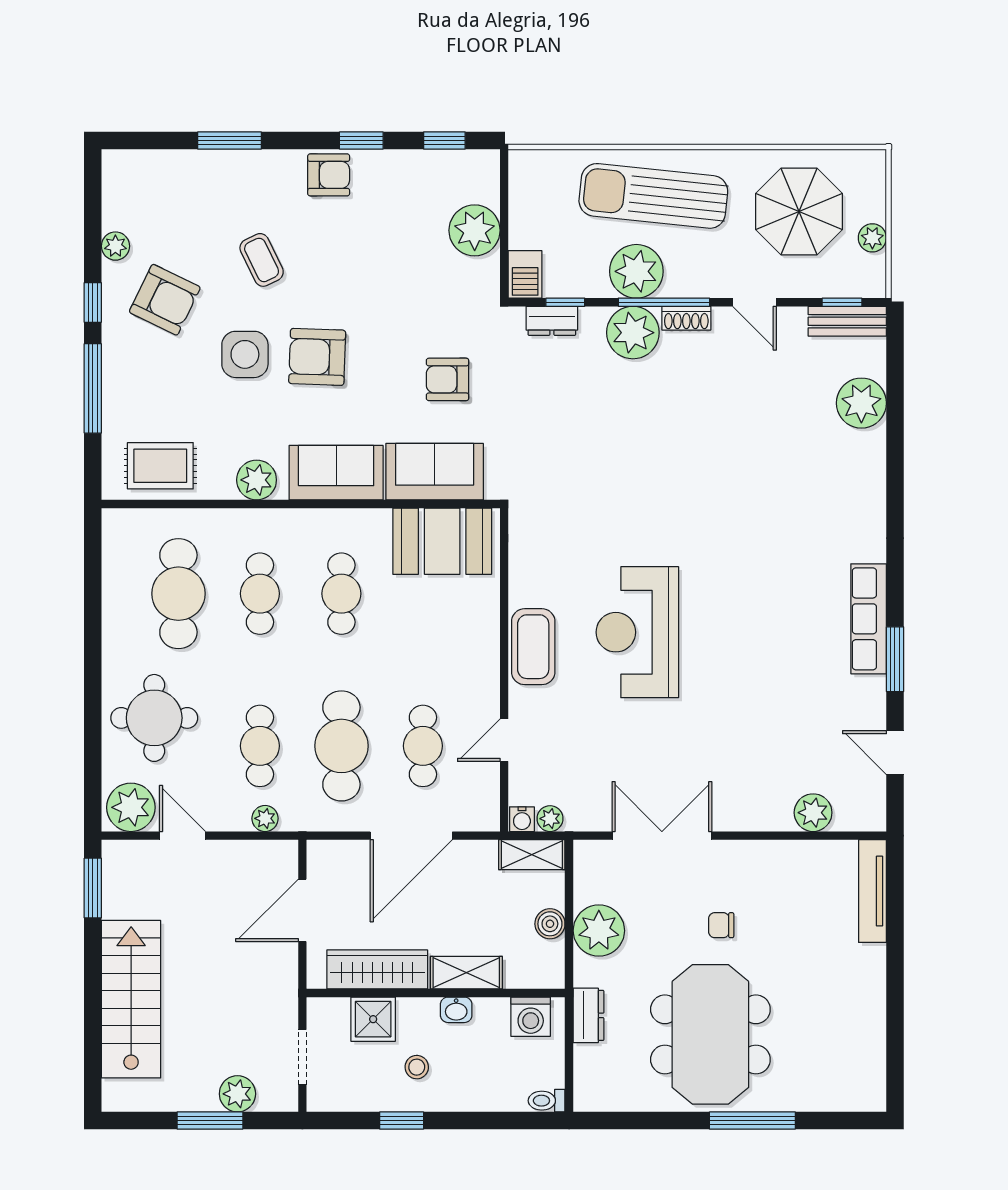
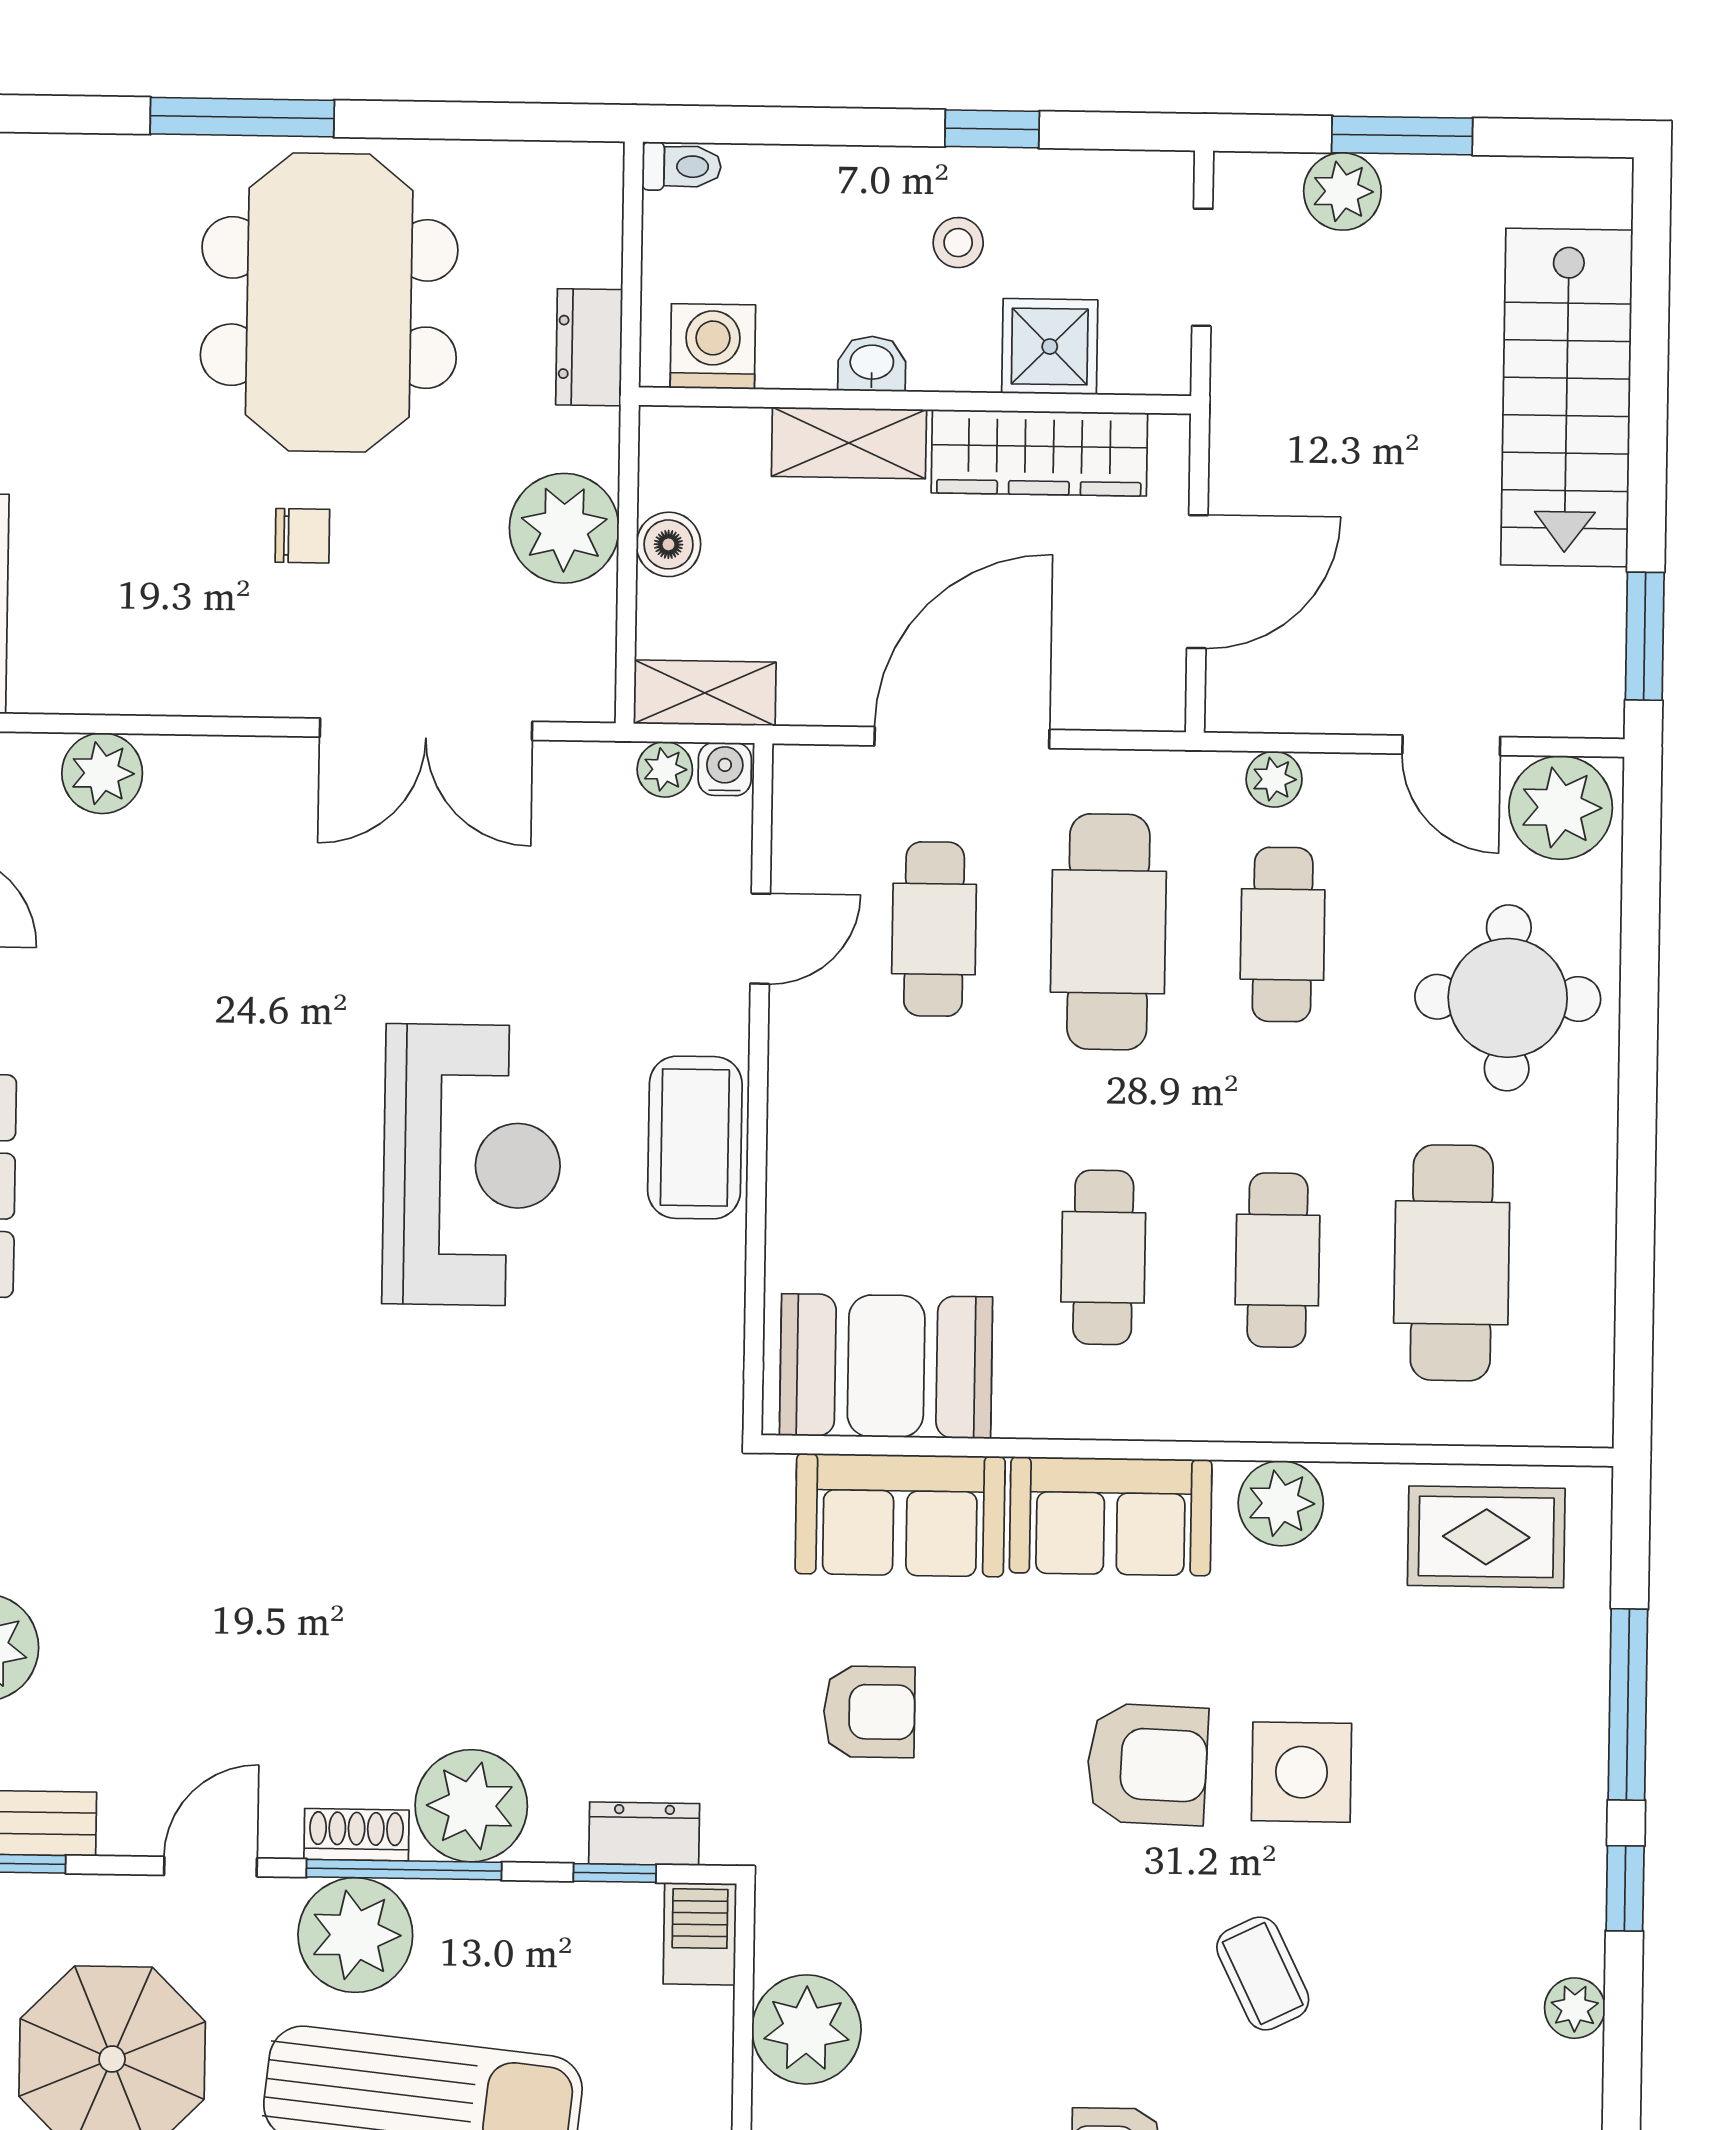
plant: (636, 271) -> (355, 1935), moved
armchair: (165, 300) -> (1471, 1892), removed
door: (754, 302) -> (210, 1867), hinge flipped

